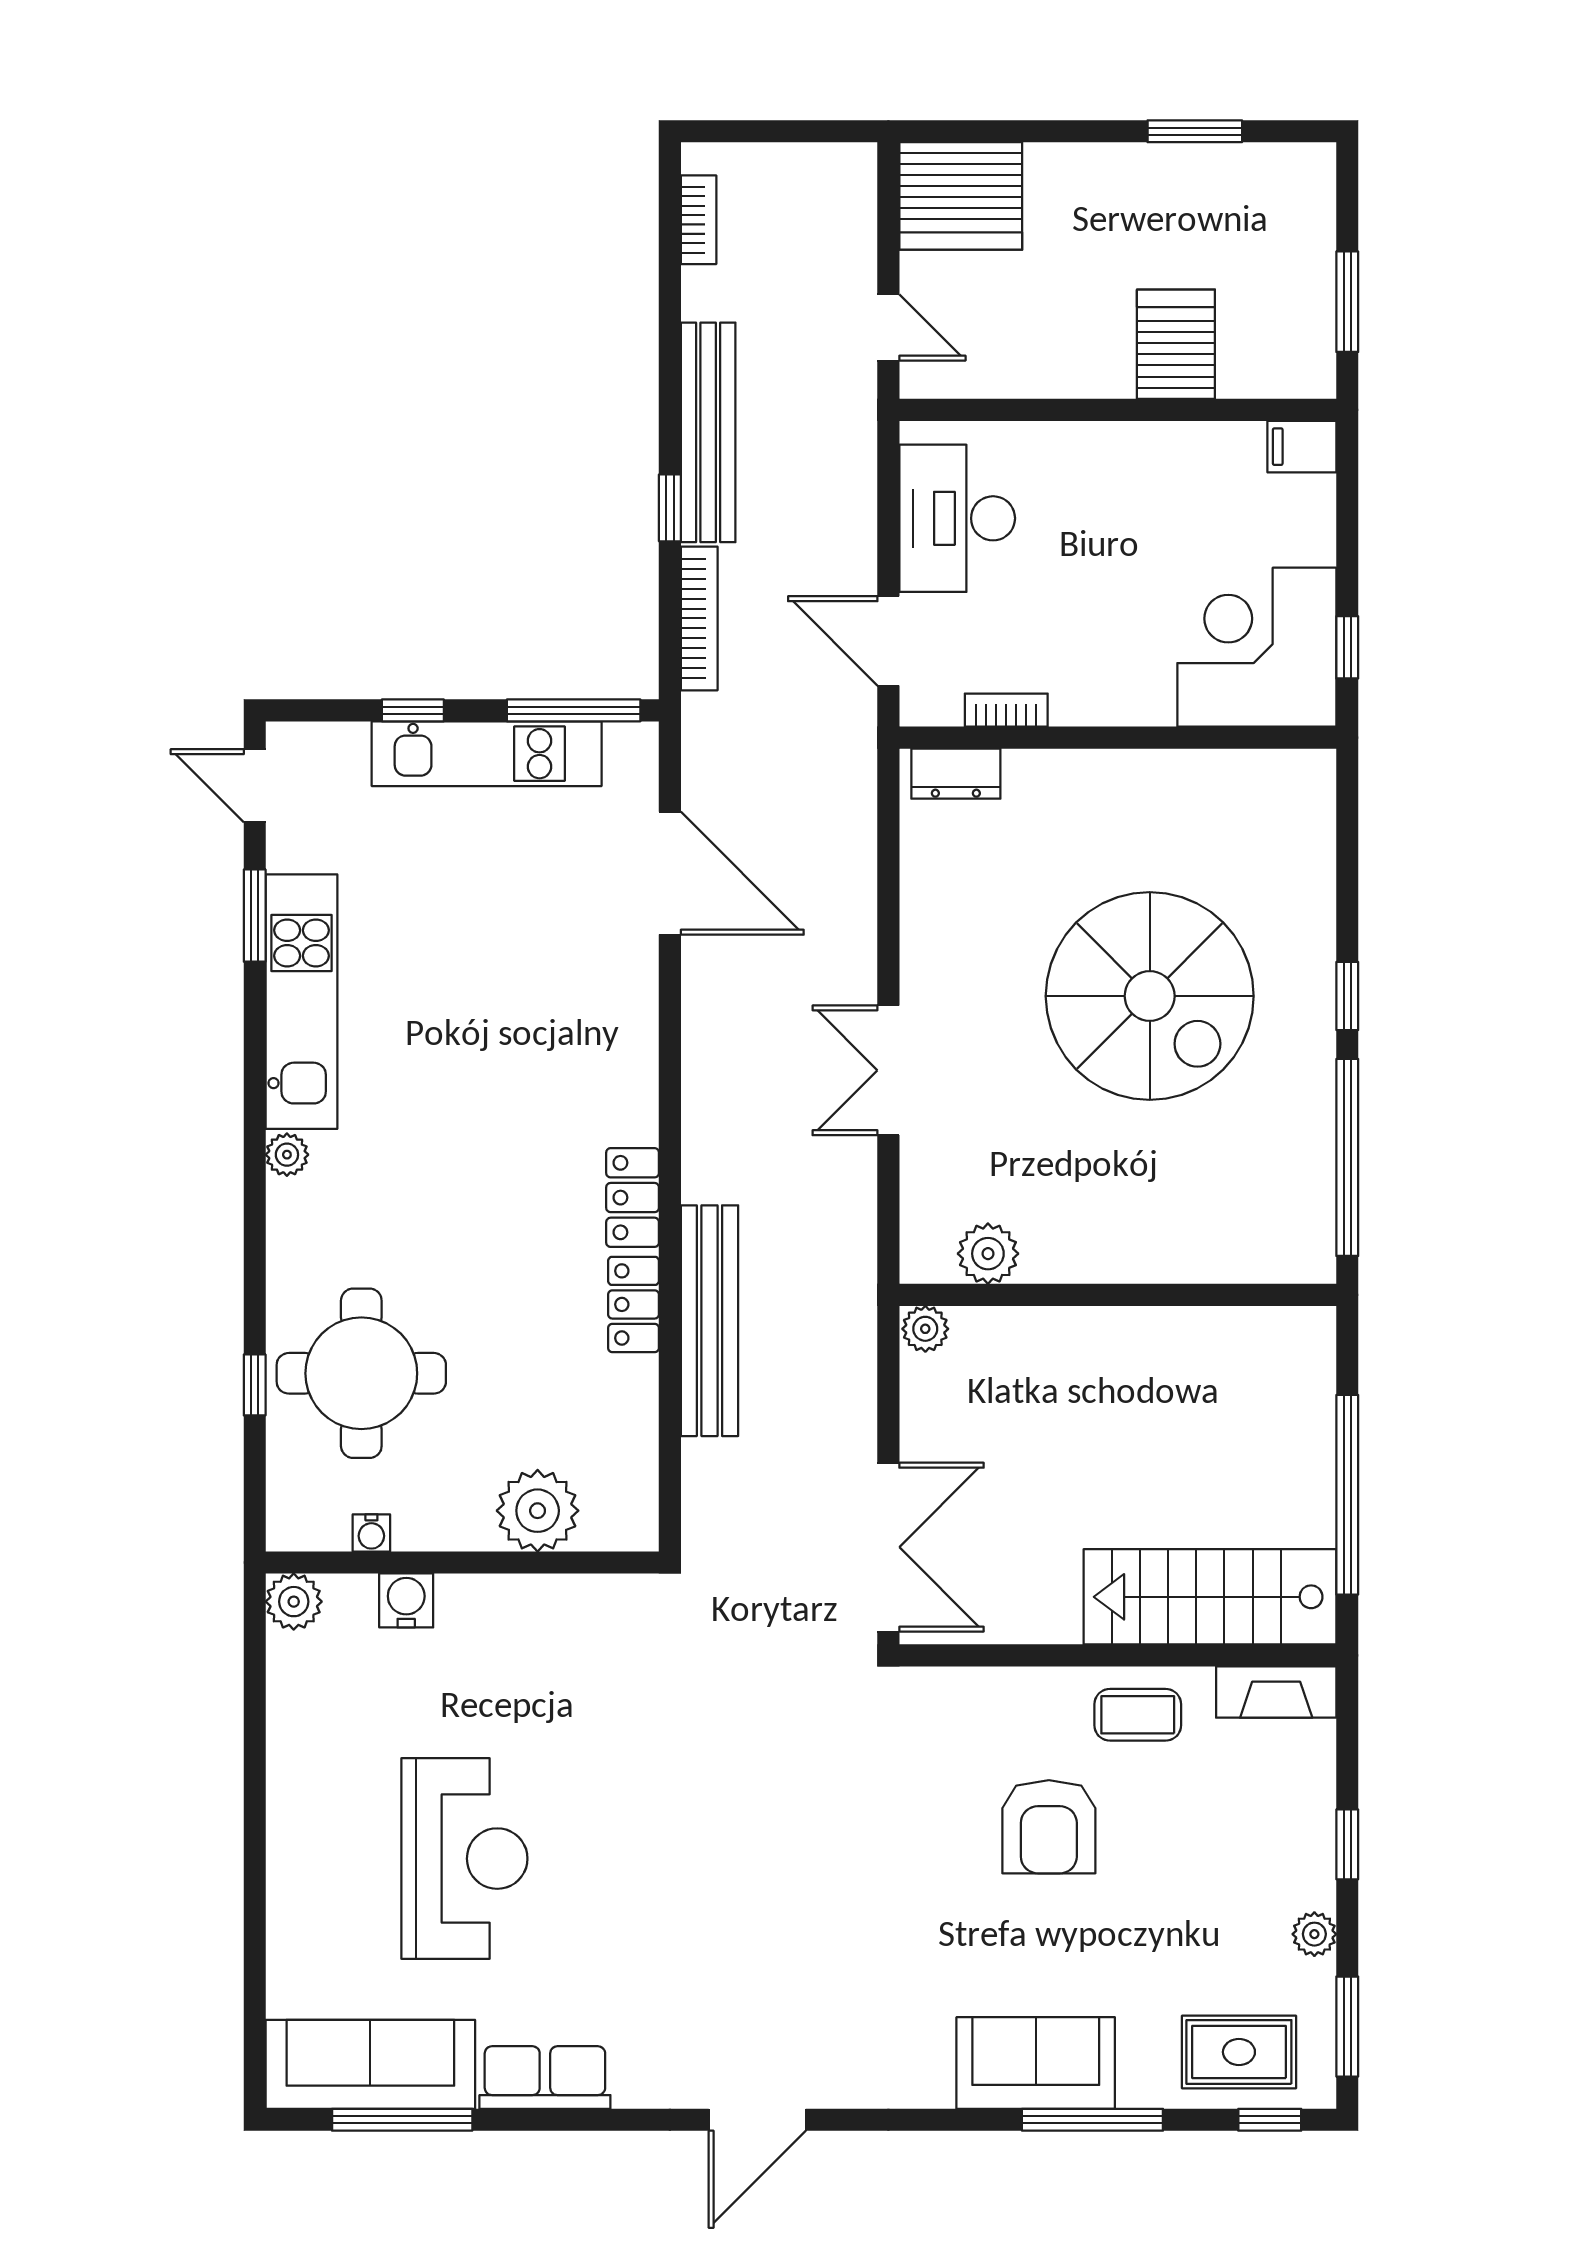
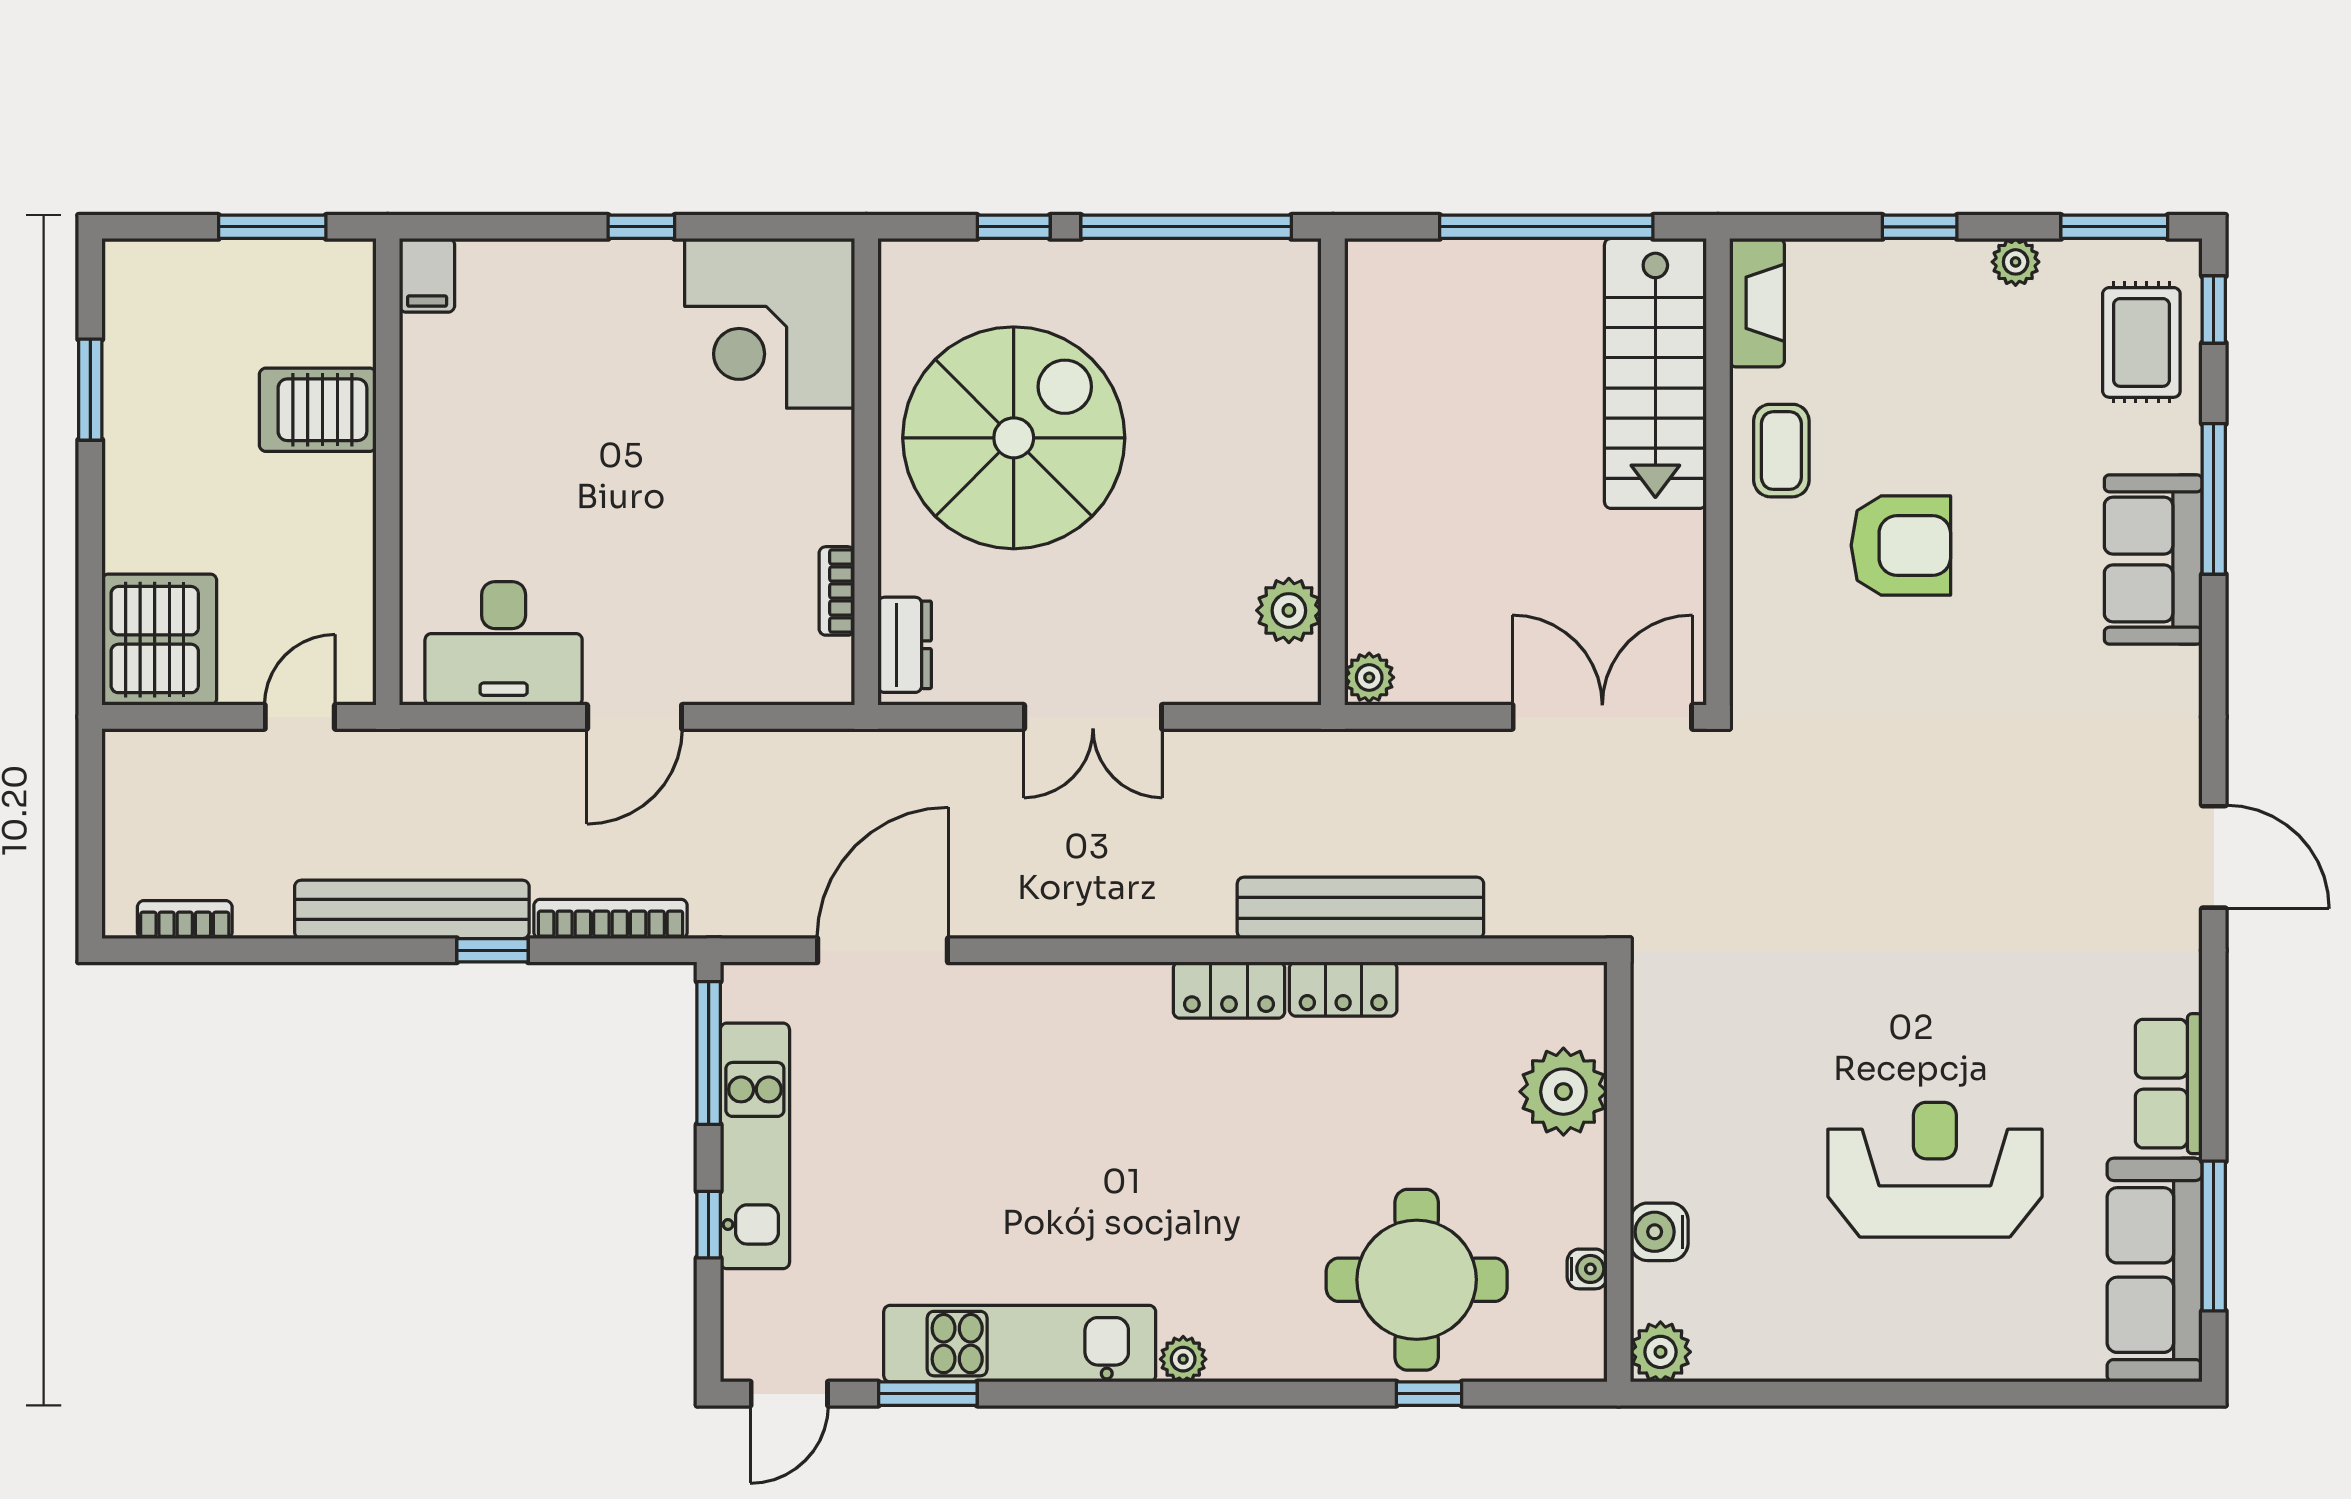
corner desk: (1257, 647) -> (770, 323), moved
bookcase: (1006, 710) -> (837, 591), moved
wall: (1118, 738) -> (866, 472), moved
dresser: (956, 774) -> (905, 645), moved

